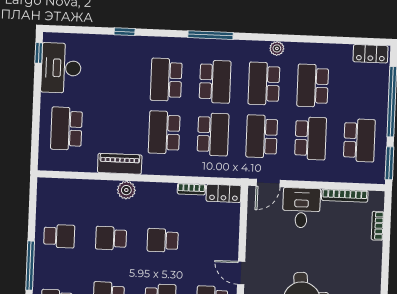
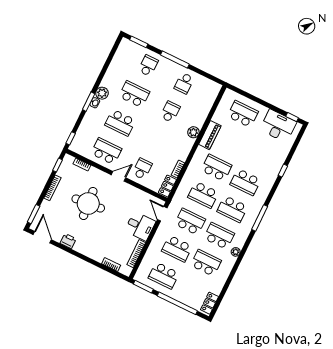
school desk: (166, 80) -> (246, 182), turned 180
school desk: (163, 240) -> (142, 169), moved

